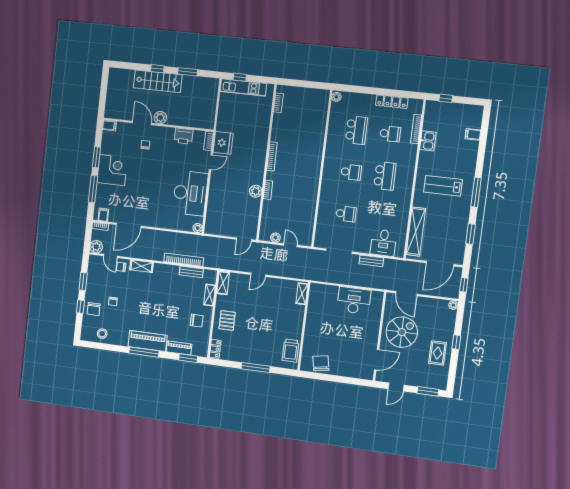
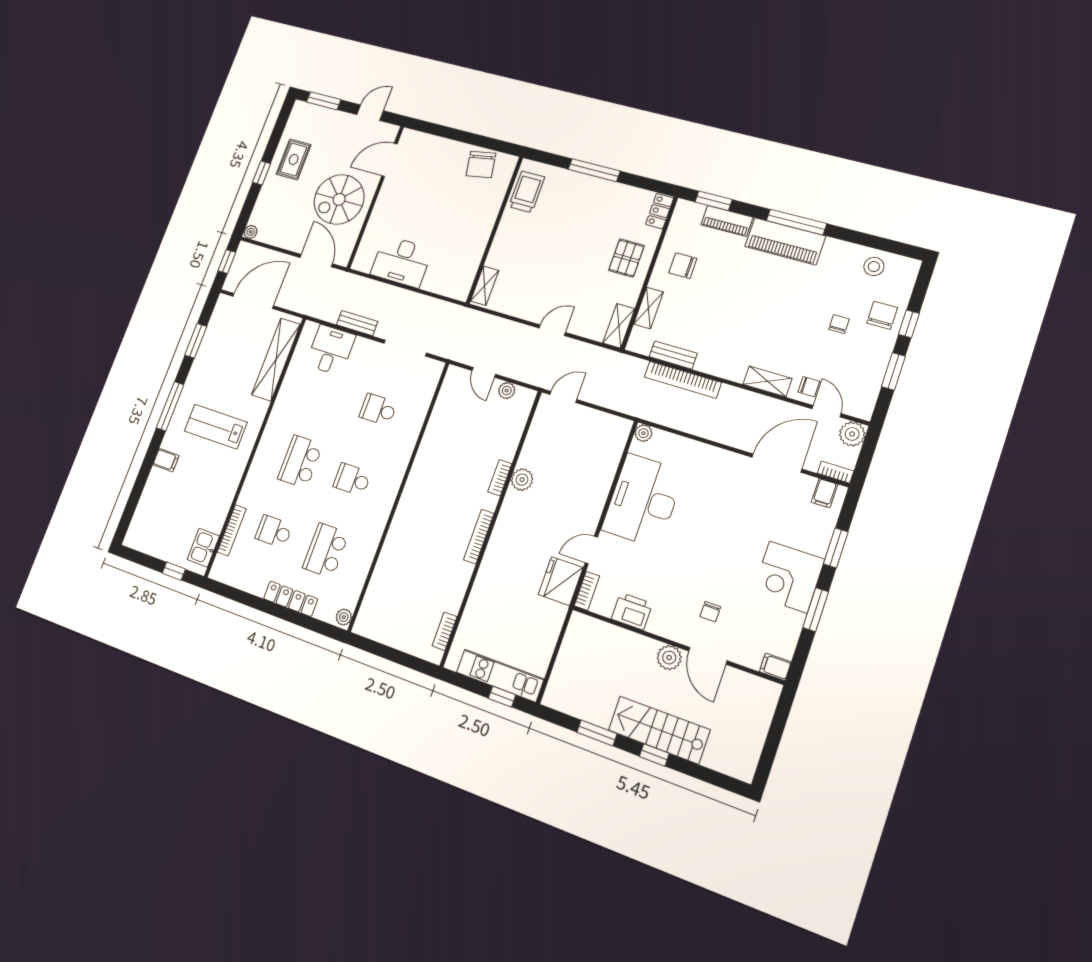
locker: (392, 102) -> (291, 599), moved
filing cabinet: (473, 134) -> (166, 460), moved
kitchen sink: (428, 141) -> (203, 548), moved
lab bench: (443, 186) -> (216, 427), turned 180
window: (93, 189) -> (836, 548), width x0.69

